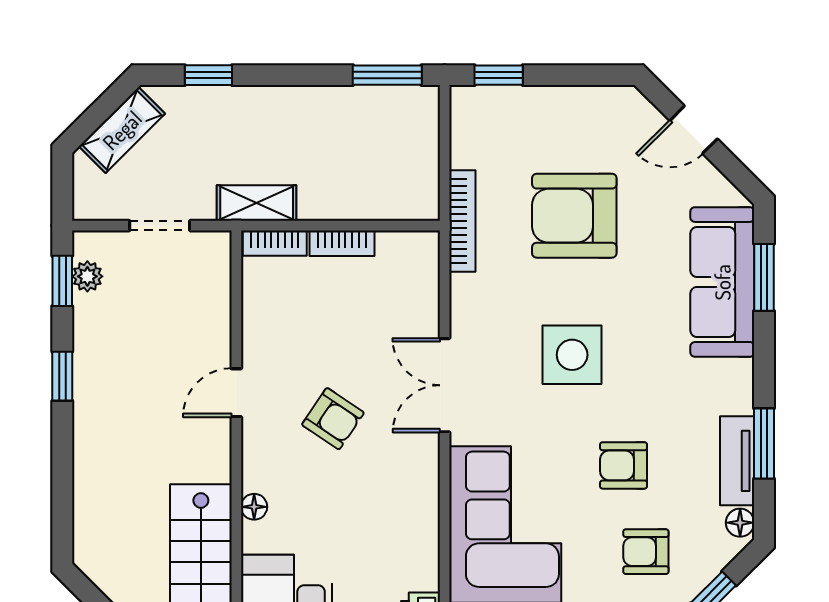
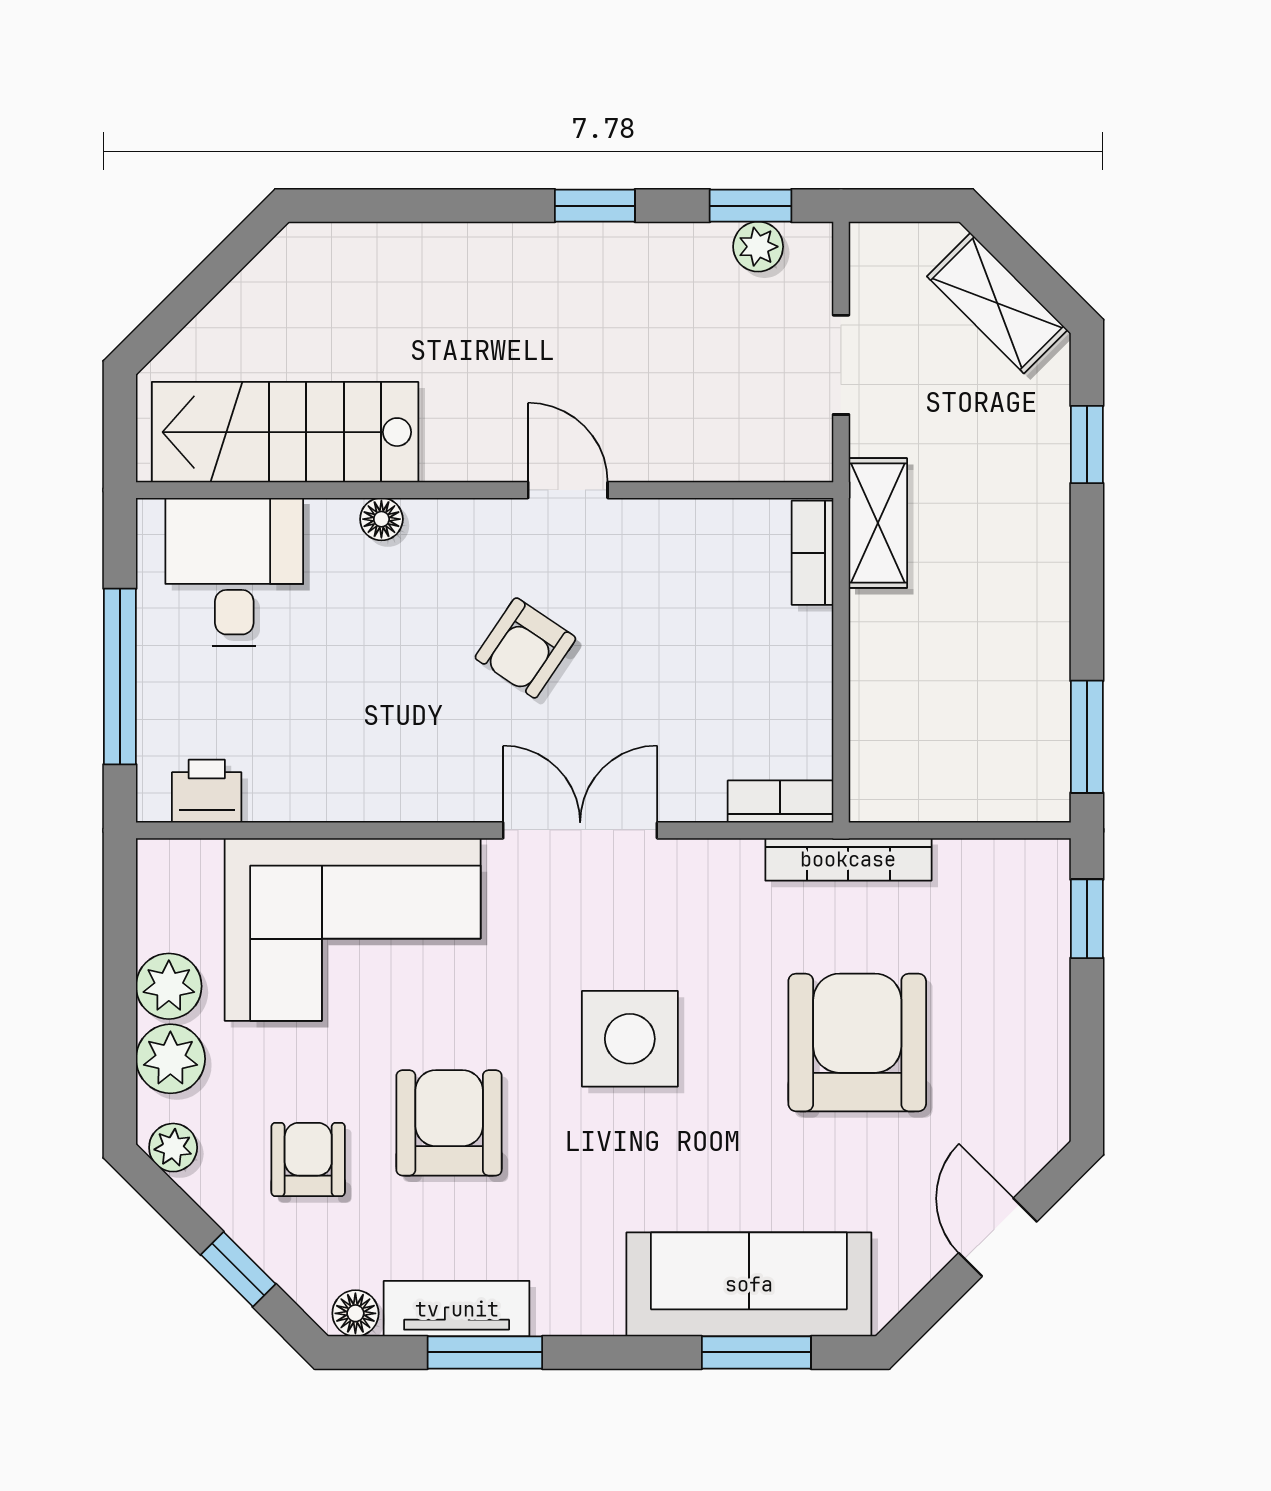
bookcase: (342, 243) -> (780, 802), moved, turned 90
armchair: (624, 465) -> (449, 1123), width x1.38, depth x1.38

